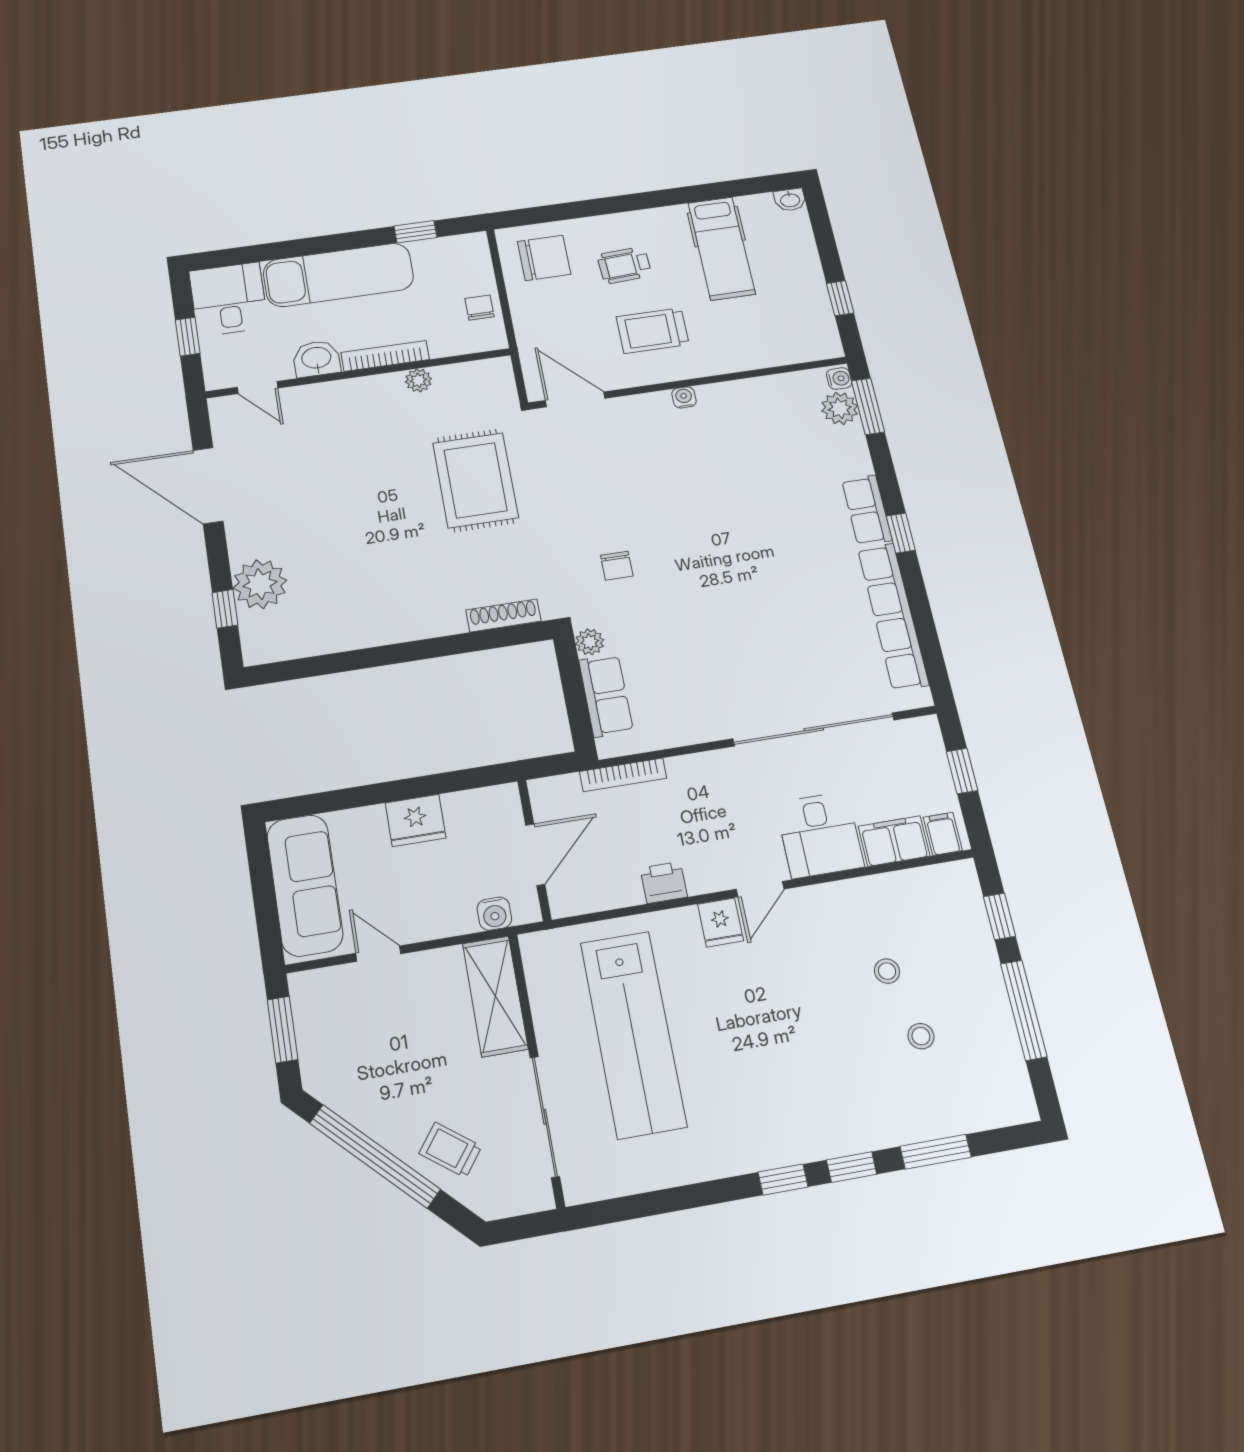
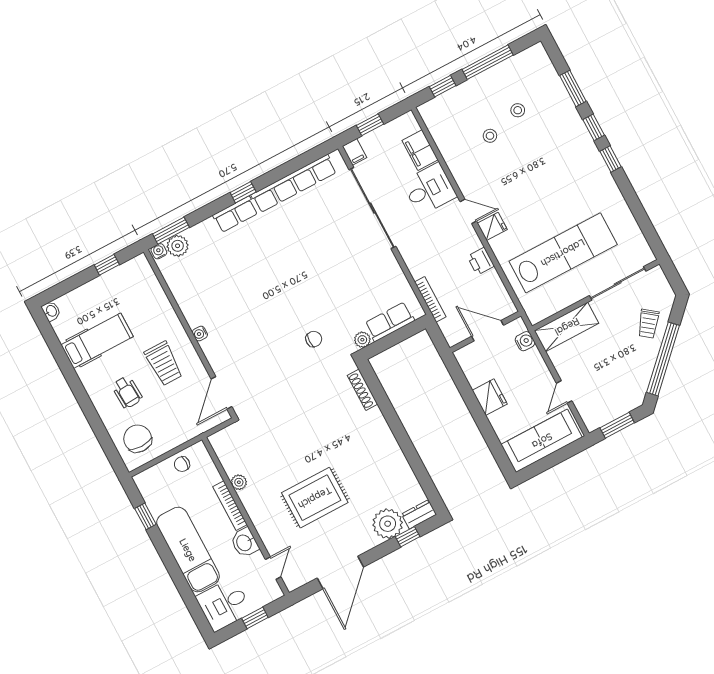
rug: (476, 480) -> (315, 498), moved
dresser: (256, 639) -> (419, 514), added
filing cabinet: (943, 834) -> (355, 152), moved, turned -90

